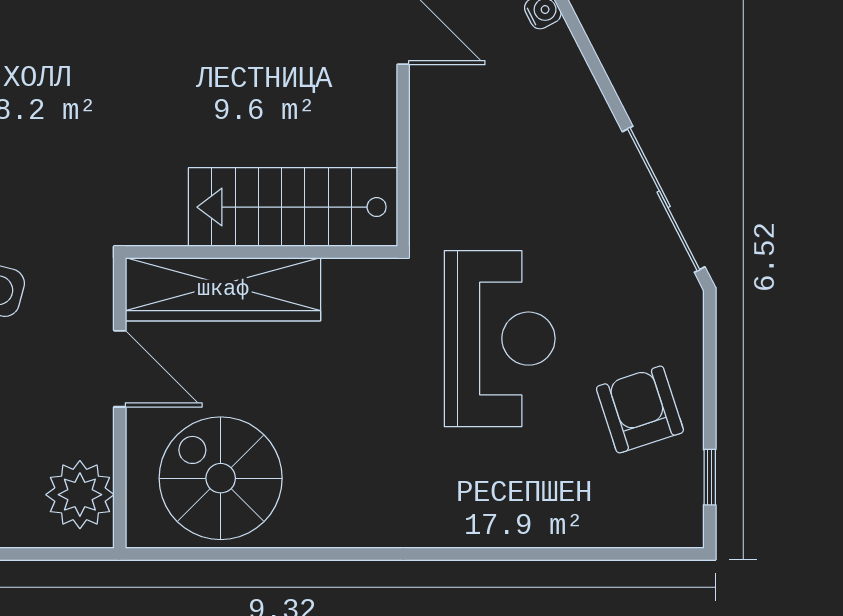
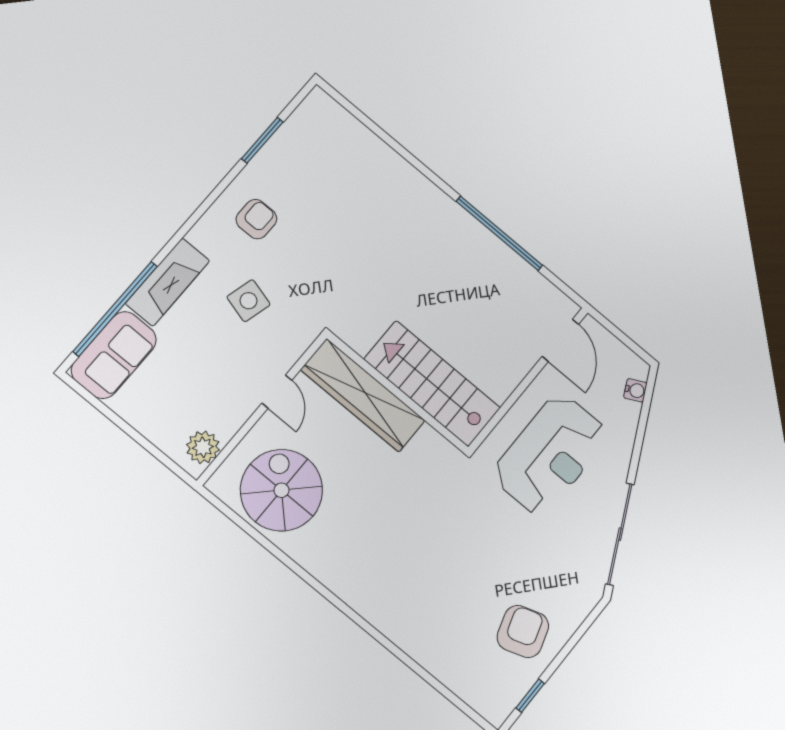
reception desk: (500, 339) -> (550, 454), moved
door: (120, 369) -> (277, 392), width x0.73
plant: (80, 495) -> (203, 447), width x0.73, depth x0.73

